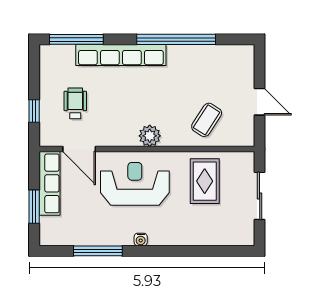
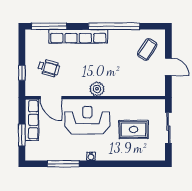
wheelchair: (75, 103) -> (49, 68), turned 106
coffee table: (207, 120) -> (147, 49), moved
rug: (205, 181) -> (134, 129), moved, turned 90

